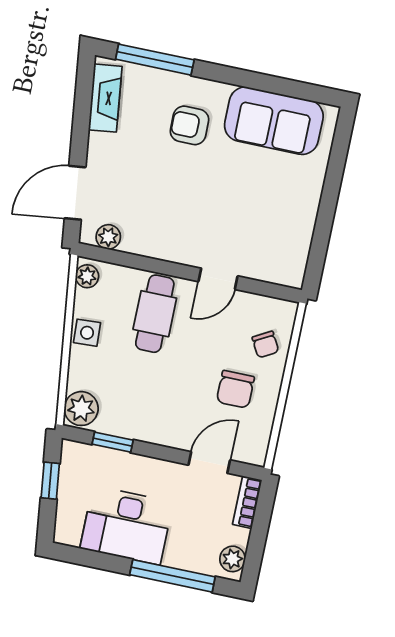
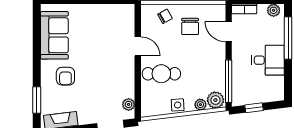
window: (155, 60) -> (37, 100), width x0.69
plant: (87, 276) -> (200, 105), moved
chair: (235, 389) -> (190, 26), turned 90
window: (113, 442) -> (229, 81), width x2.17
desk: (127, 525) -> (268, 60), width x0.73

